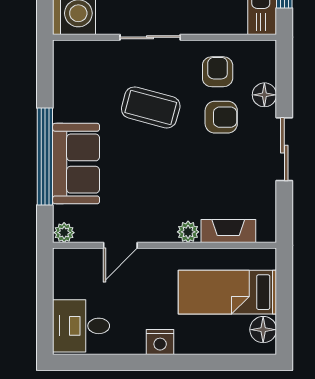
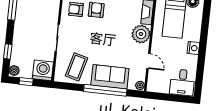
coffee table: (151, 107) -> (77, 67), moved
plant: (188, 232) -> (141, 34), width x1.87, depth x1.87

